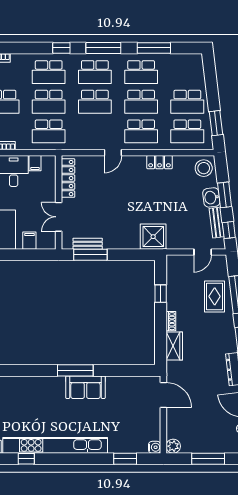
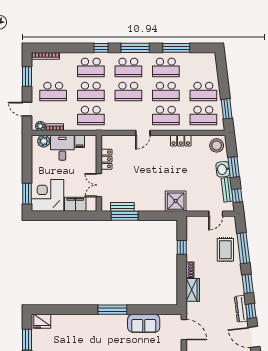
locker: (68, 178) -> (106, 159), width x0.66
filing cabinet: (29, 241) -> (75, 204), width x2.00
sofa: (85, 387) -> (144, 323), moved

